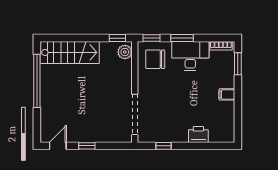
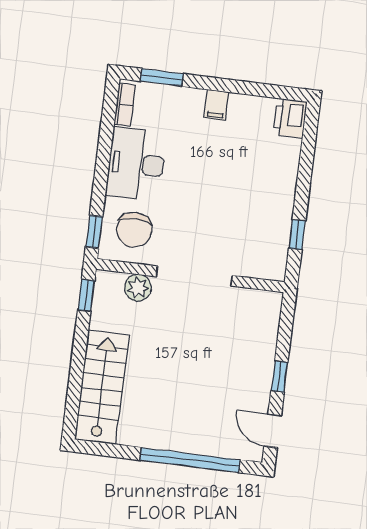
window: (182, 38) -> (101, 175), removed
plant: (125, 52) -> (138, 288), moved
window: (37, 81) -> (190, 460), moved
doorway: (135, 114) -> (194, 276), moved
printer: (198, 134) -> (290, 118), moved

